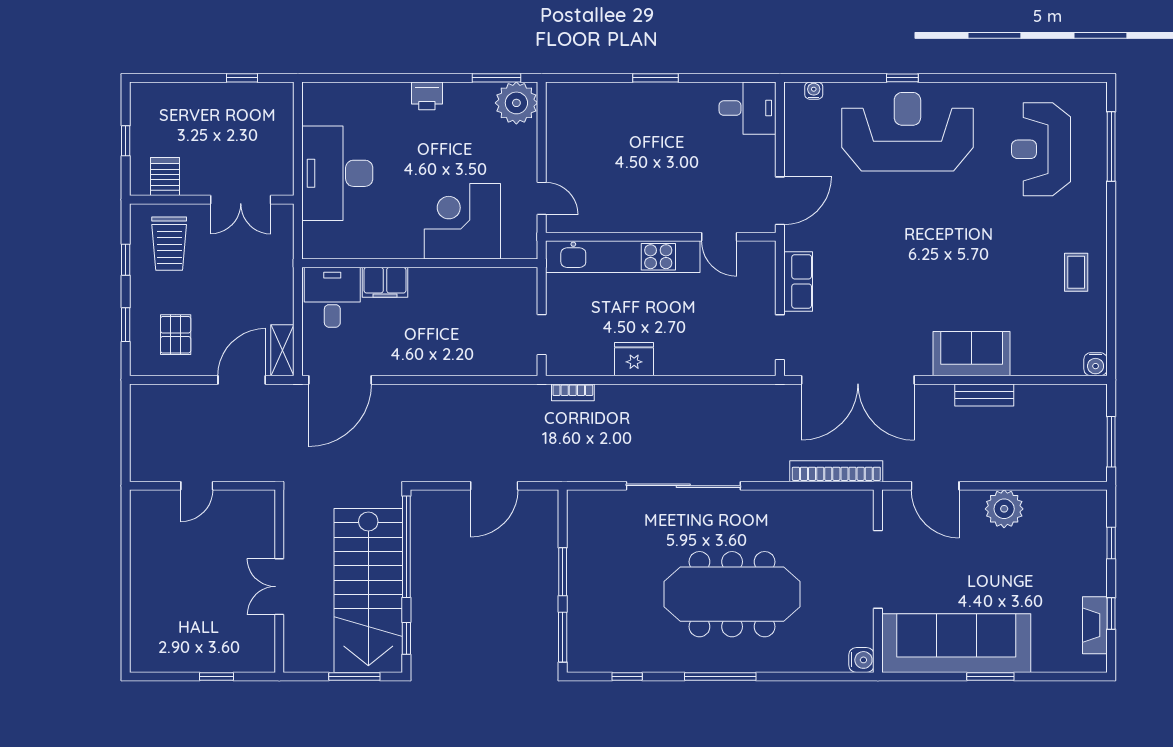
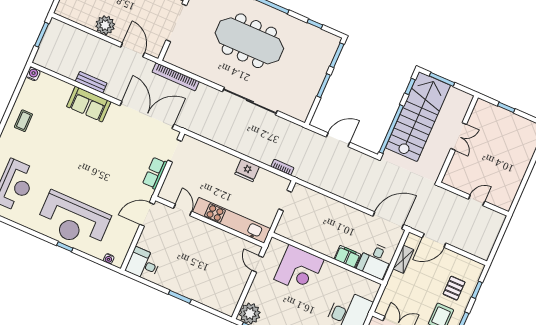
pallet: (176, 335) -> (454, 288), moved
shelving: (282, 350) -> (403, 259), moved

